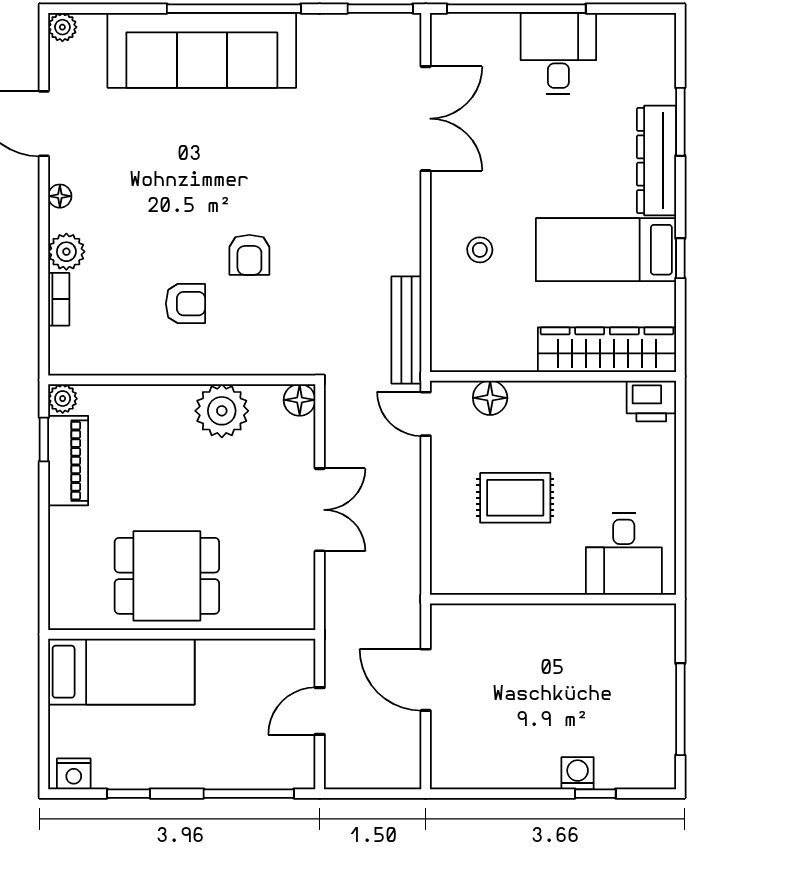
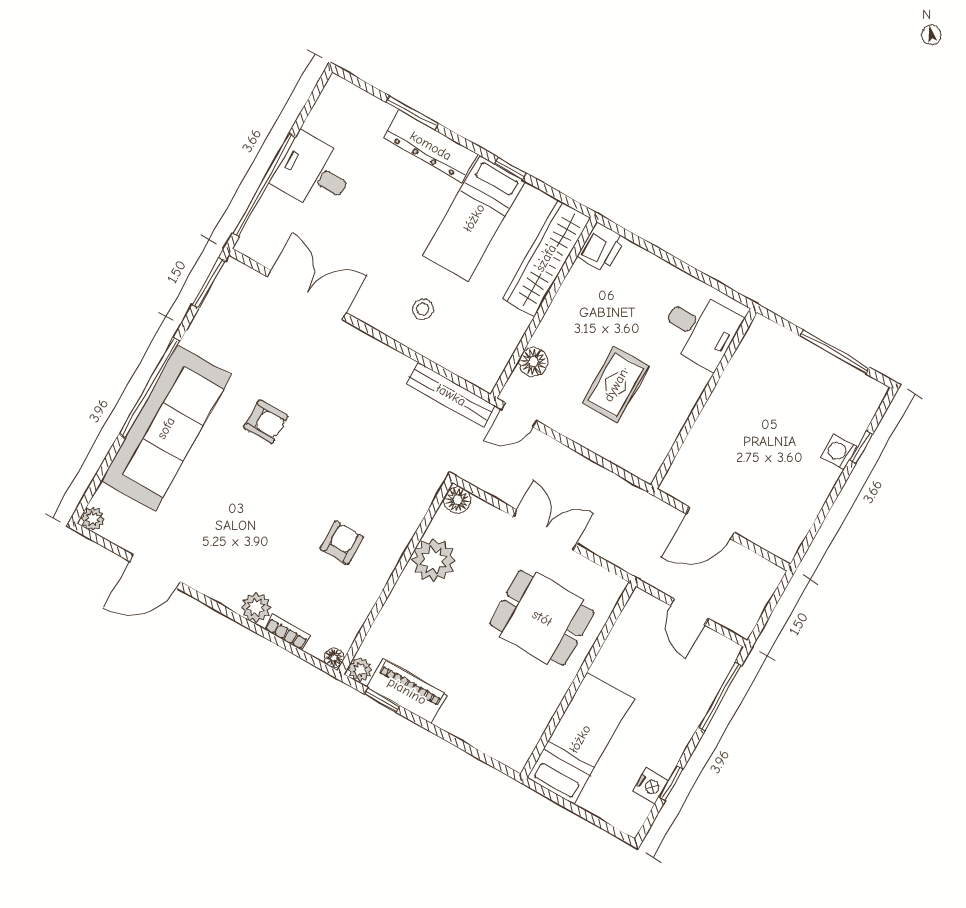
floor lamp: (60, 196) -> (334, 658), moved
armchair: (249, 255) -> (266, 422), moved
dining table: (167, 576) -> (542, 618), moved, turned 90
nightstand: (74, 774) -> (651, 786), moved

